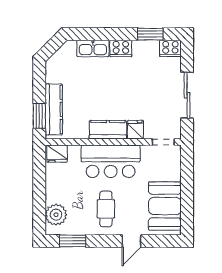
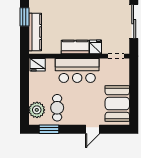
window: (39, 116) -> (24, 17), moved
cafe table: (106, 209) -> (57, 108), moved

